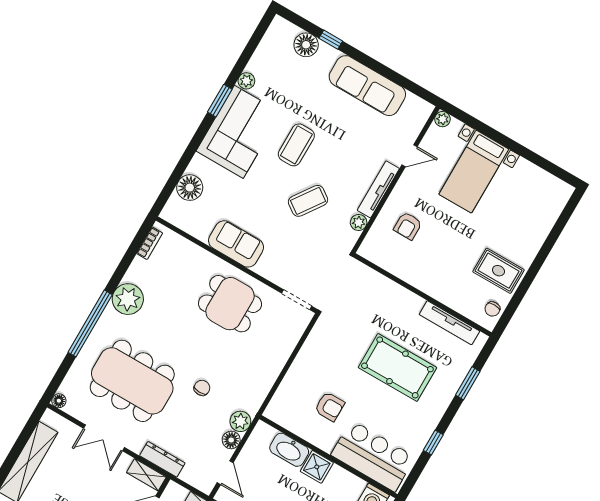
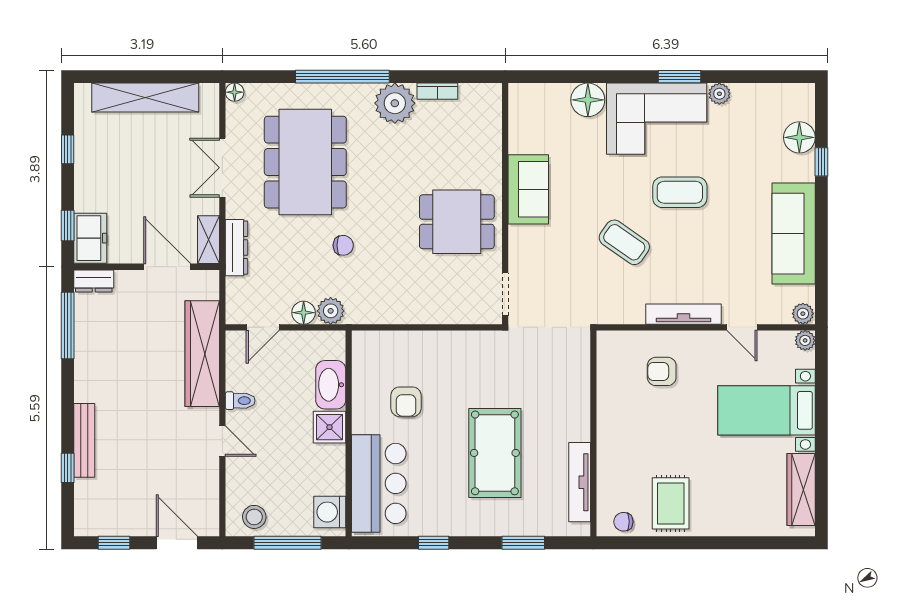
wardrobe: (540, 179) -> (801, 490), added
floor lamp: (190, 188) -> (588, 100), moved
plant: (359, 222) -> (803, 314), moved
bookcase: (150, 243) -> (437, 91), moved
dining table: (230, 304) -> (457, 222), turned 90

